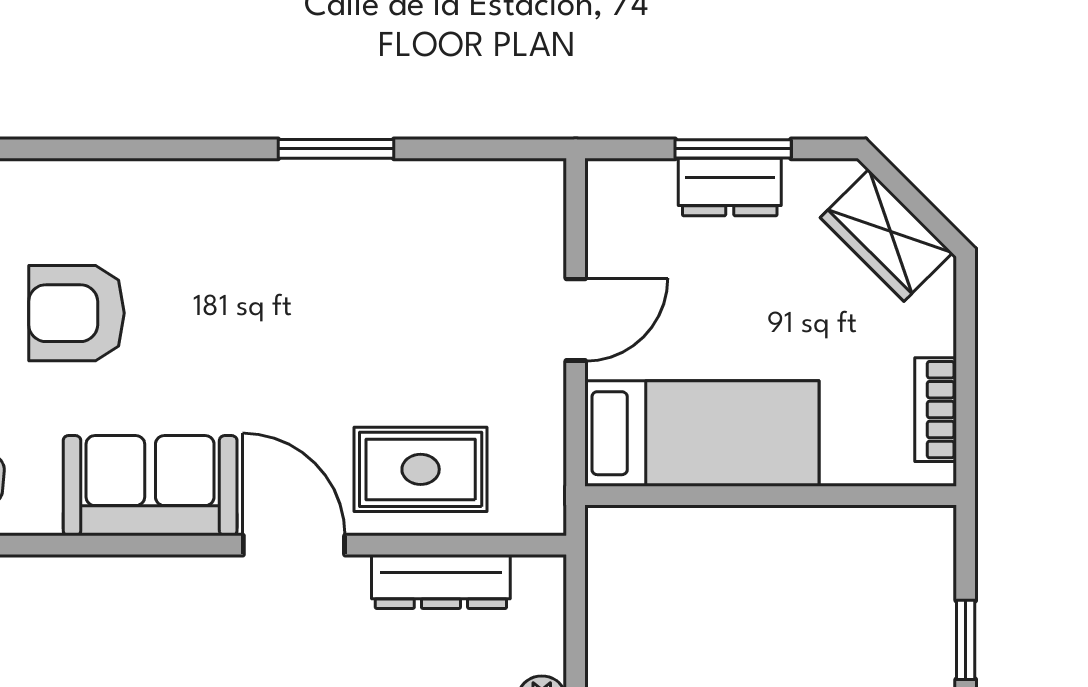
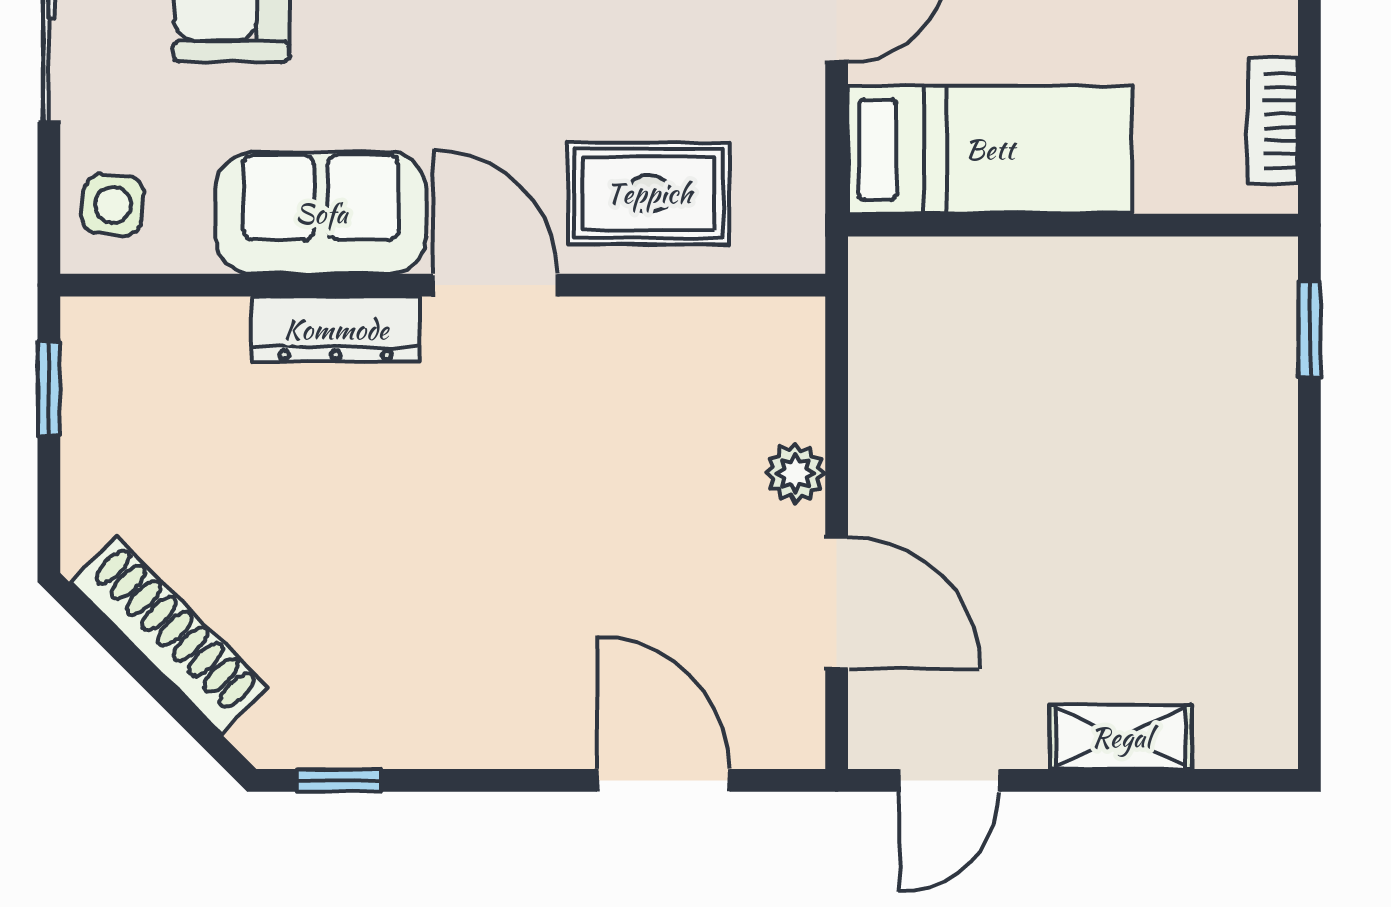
dresser: (441, 581) -> (336, 329), moved
window: (966, 640) -> (1309, 329), moved

